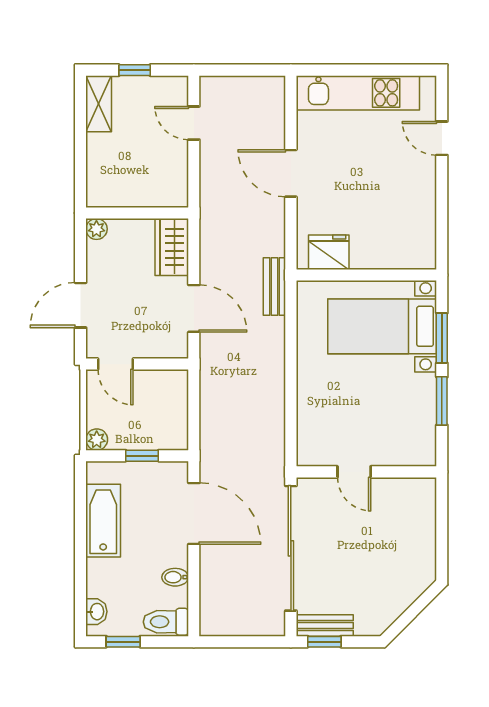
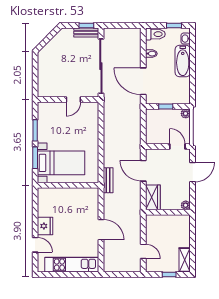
fridge: (329, 252) -> (45, 226), moved, turned -90
door: (354, 472) -> (73, 99), swing flipped
bathtub: (103, 521) -> (183, 61), moved

